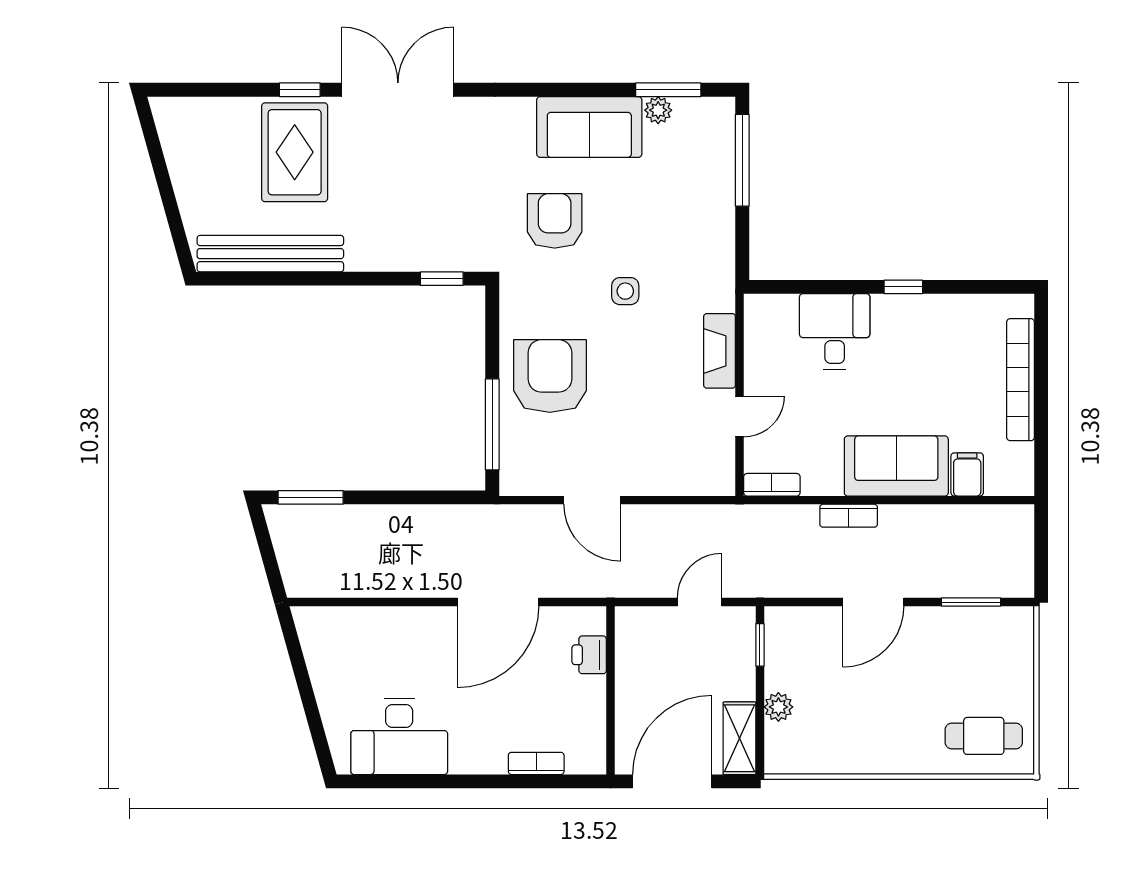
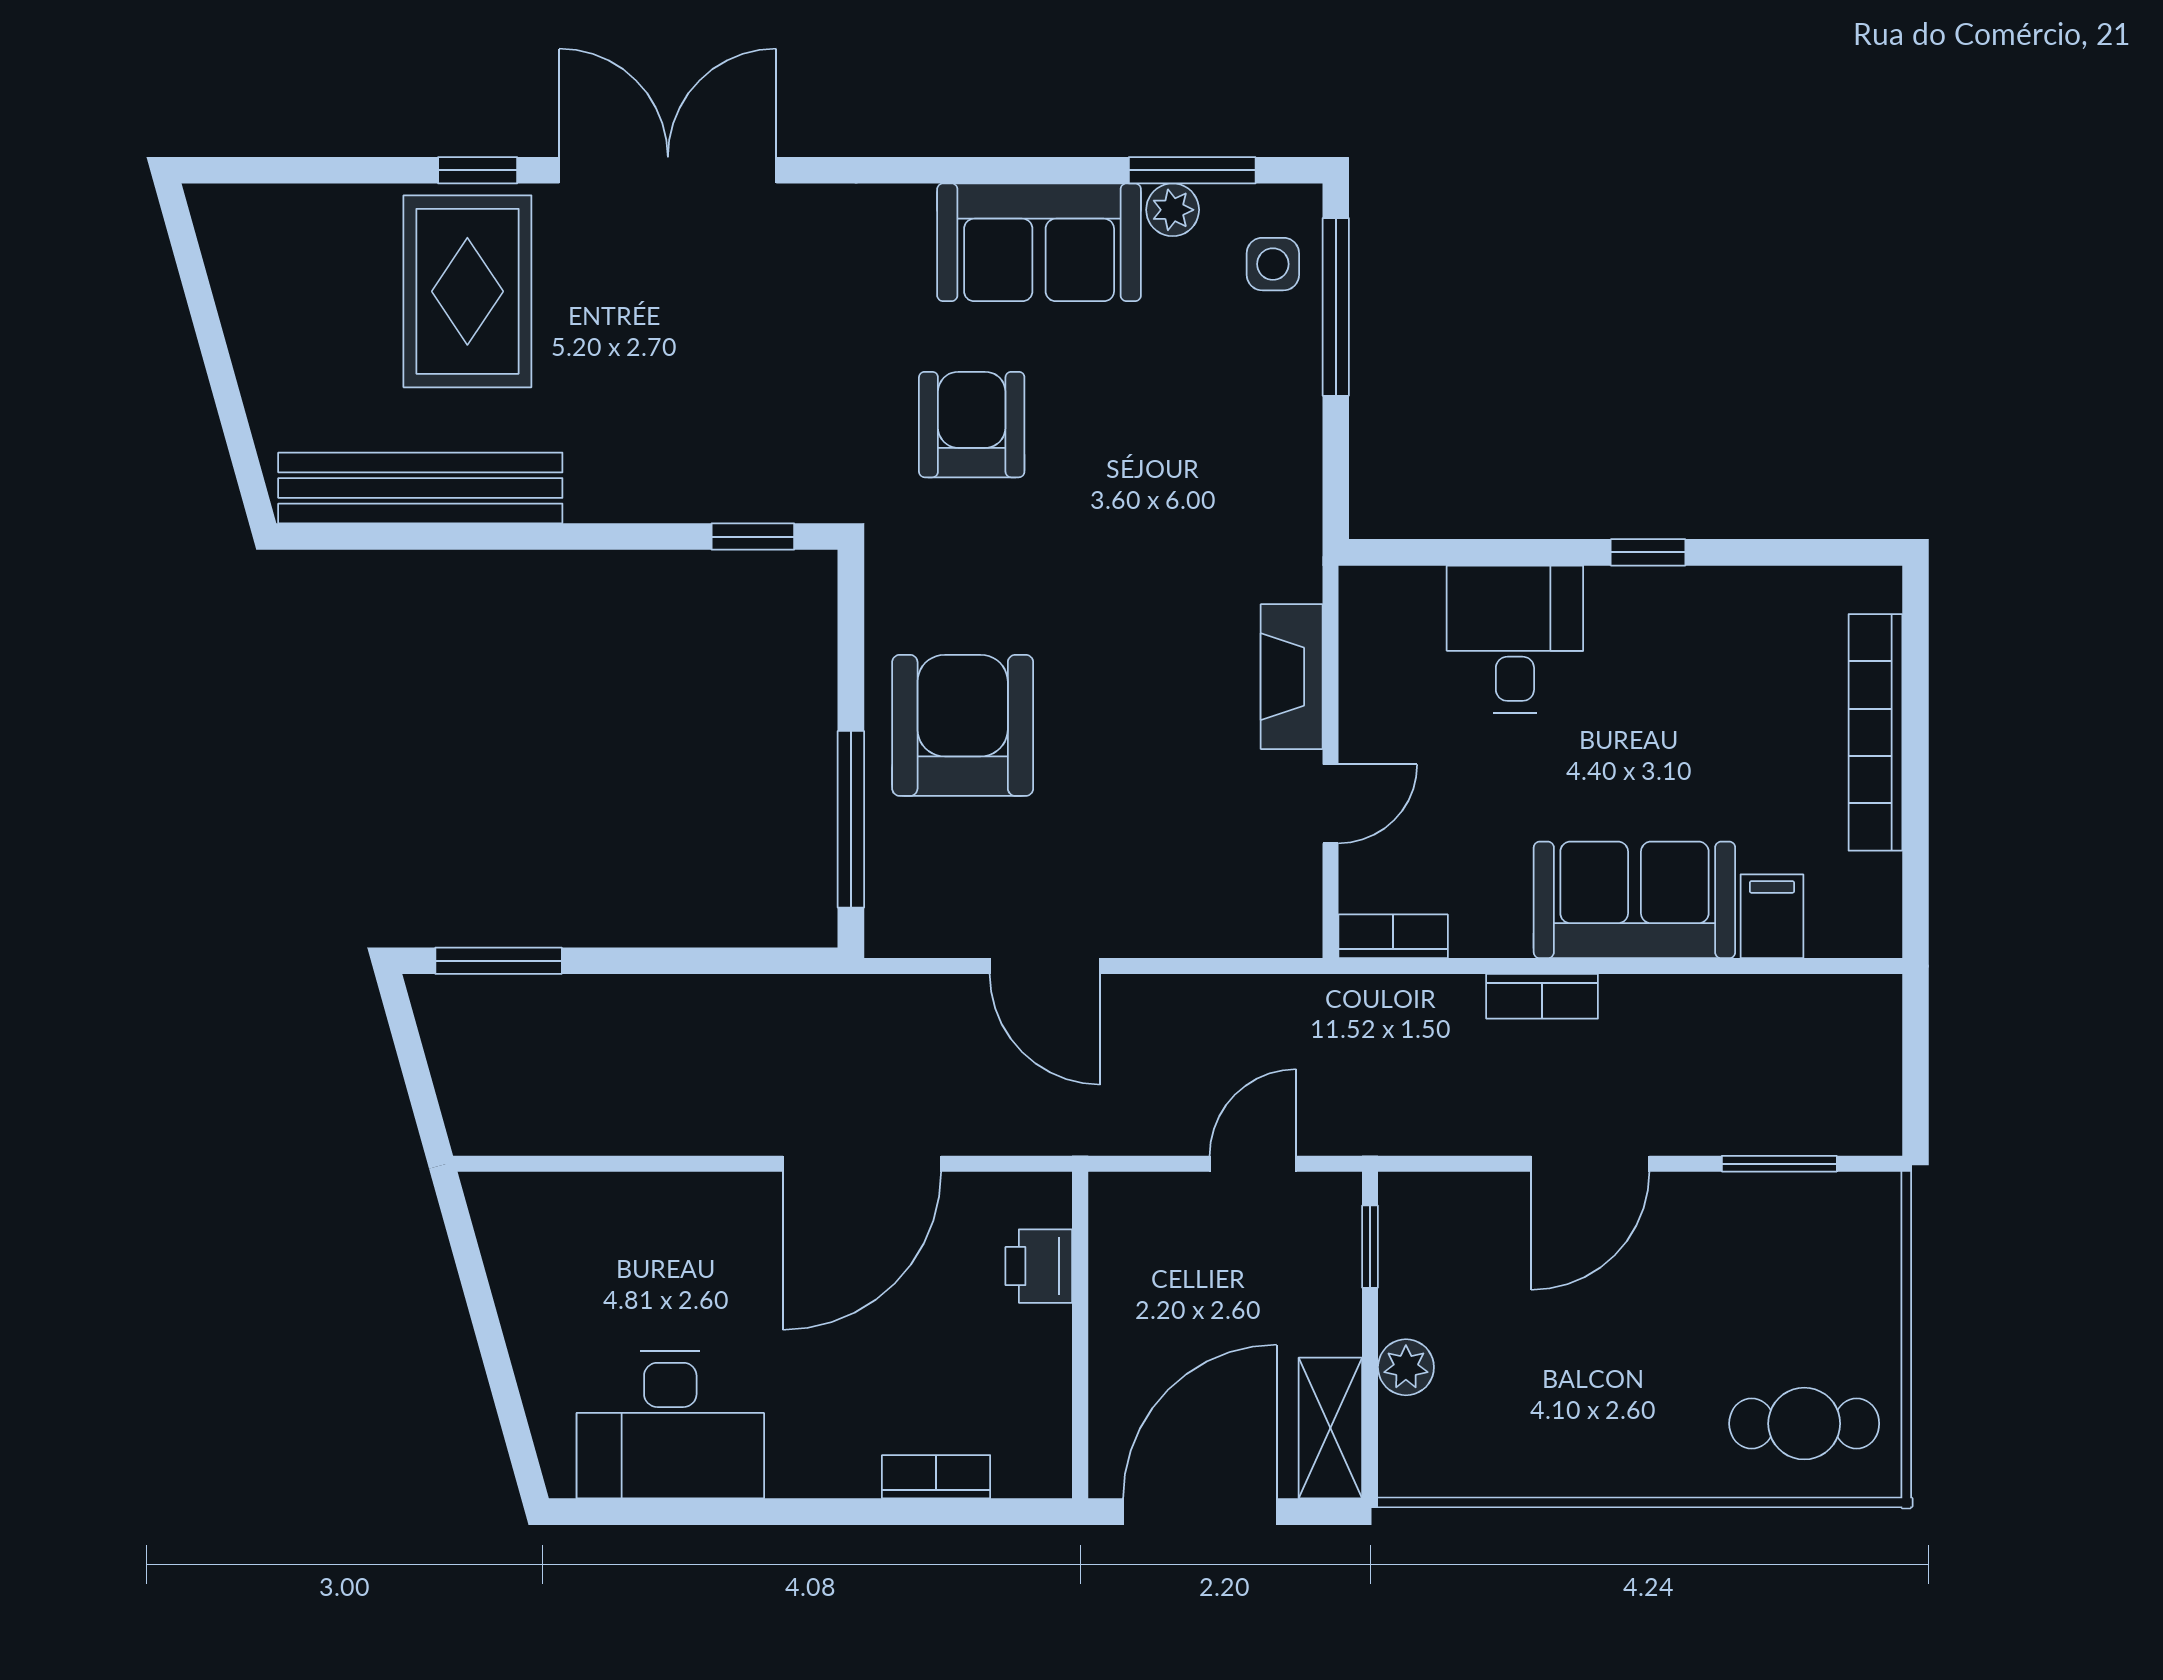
side table: (625, 291) -> (1273, 264), moved

